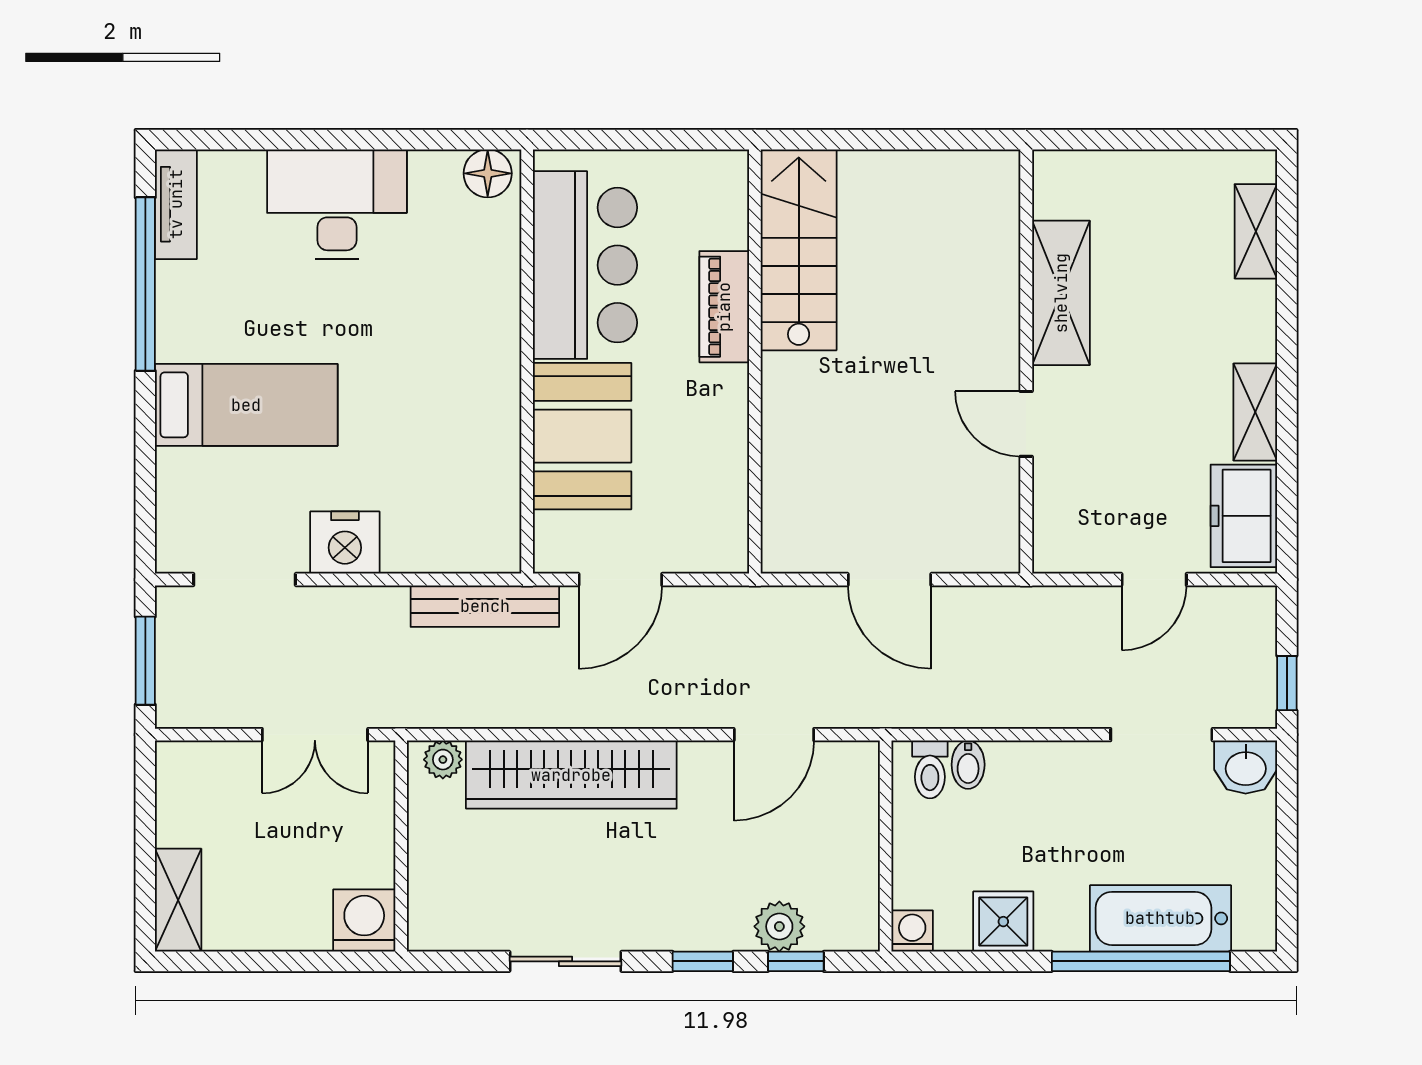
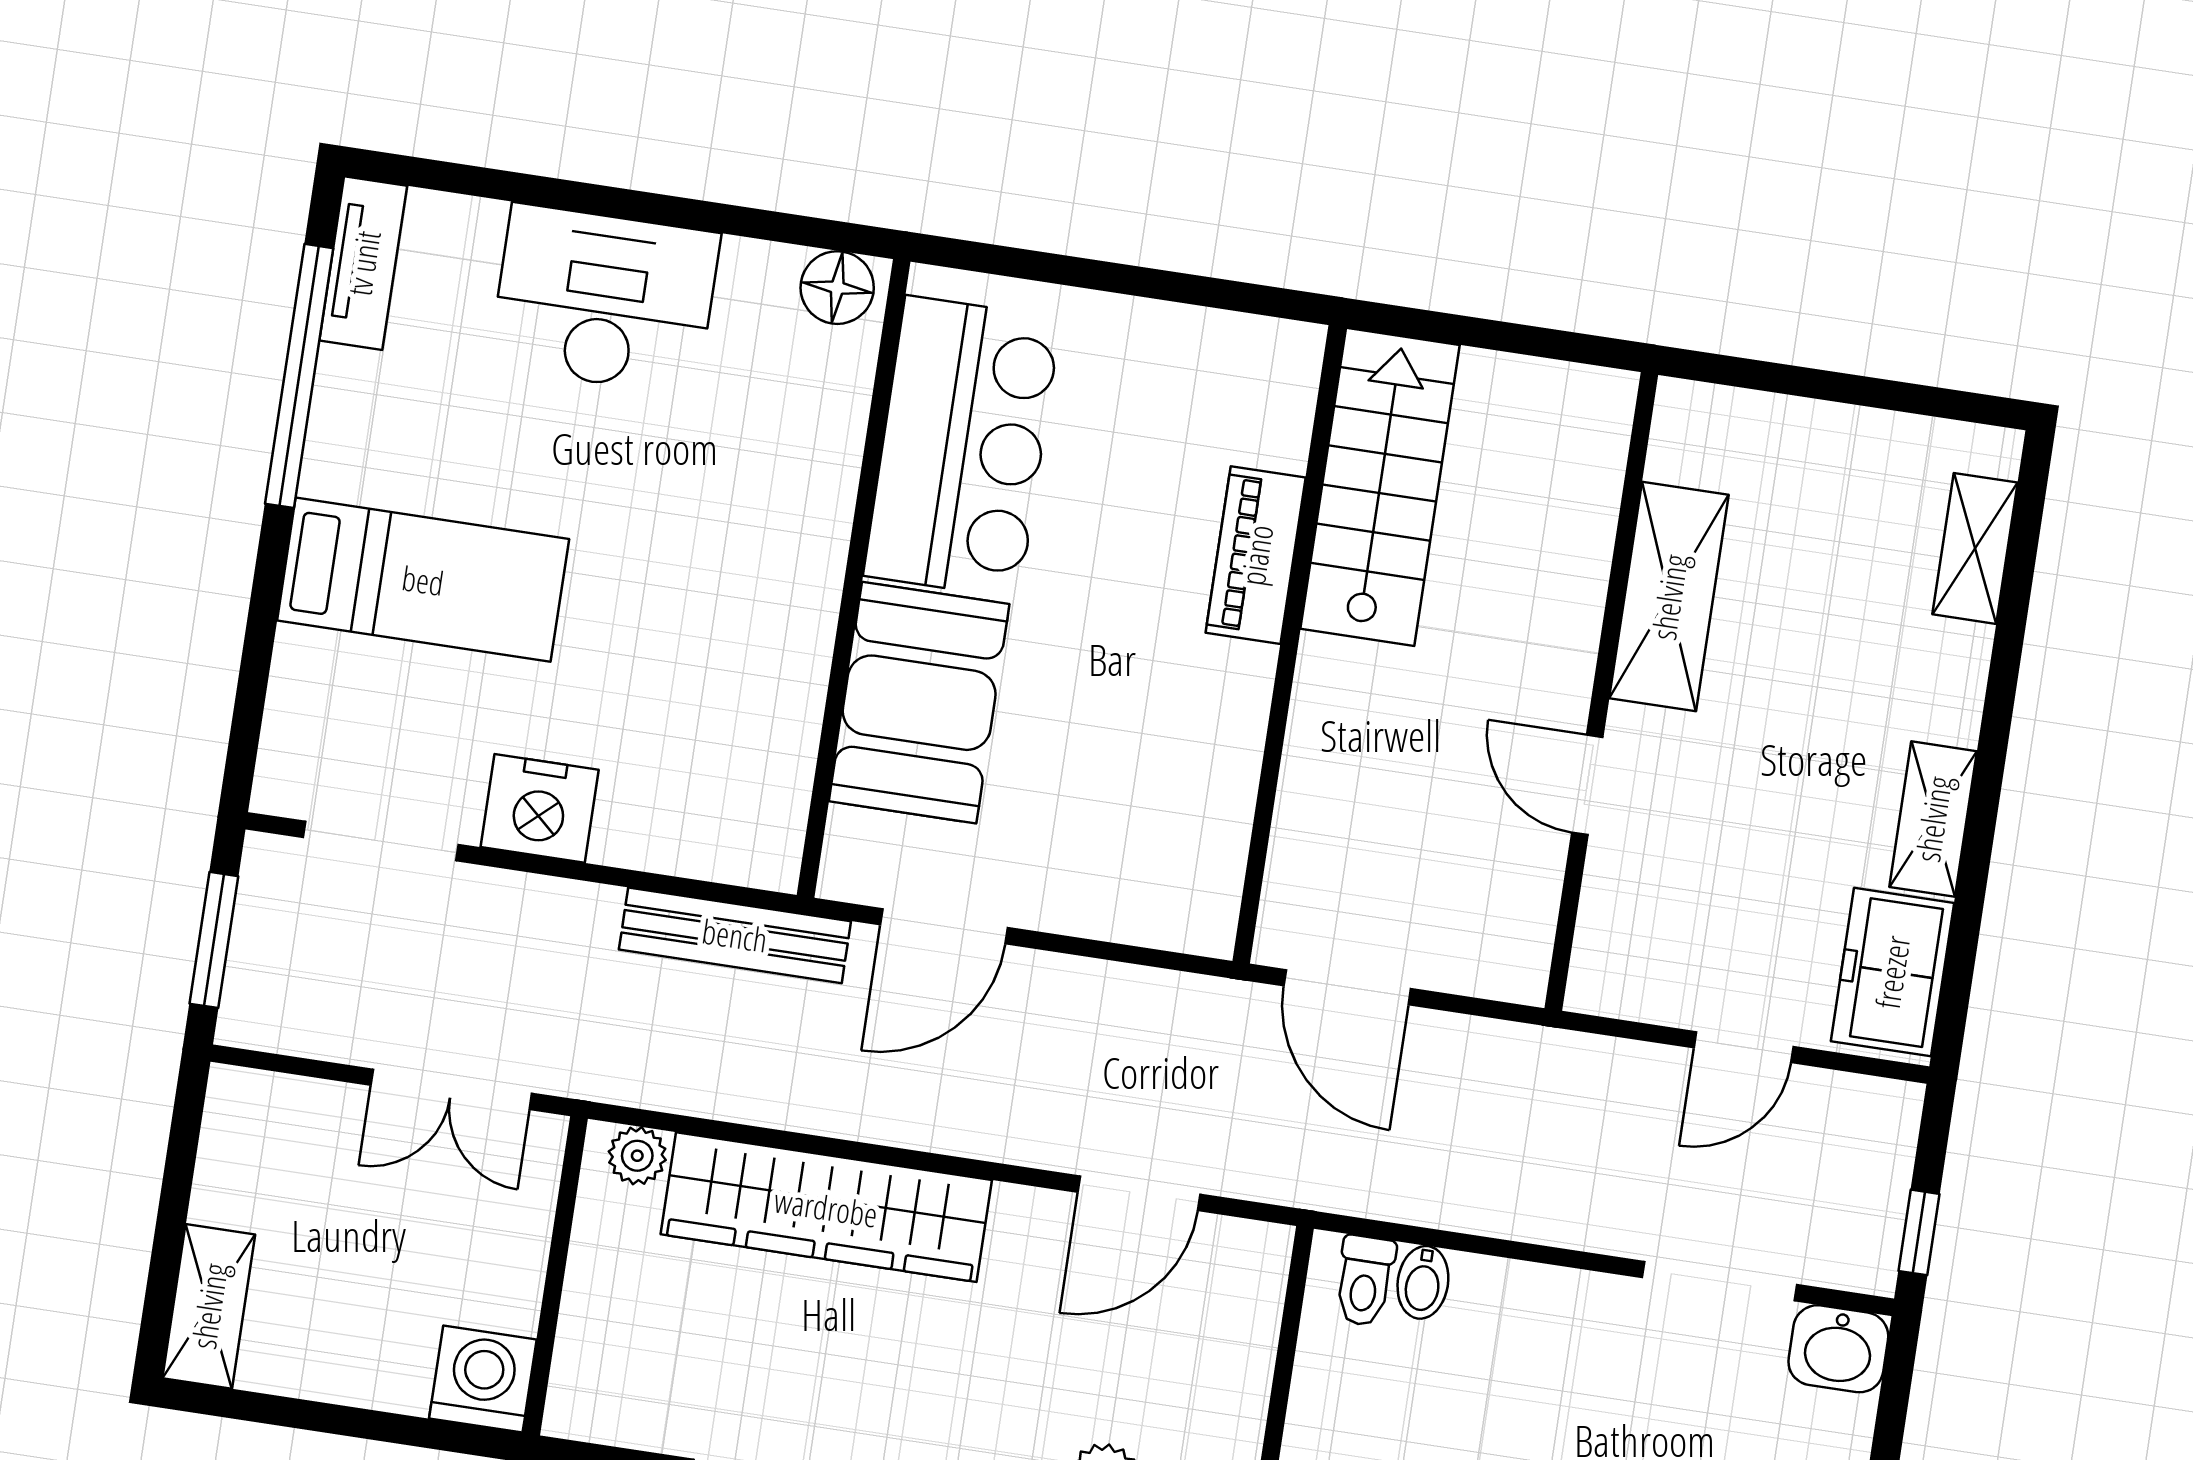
stairs: (799, 250) -> (1380, 487), moved
piano: (724, 307) -> (1256, 555), moved
wall: (755, 362) -> (1289, 644), moved

